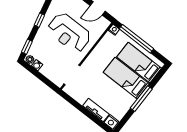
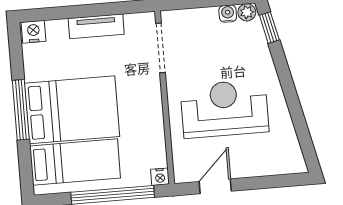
window: (39, 20) -> (288, 86), removed
bed: (126, 78) -> (72, 110), width x1.50
tv unit: (96, 110) -> (96, 26), moved

